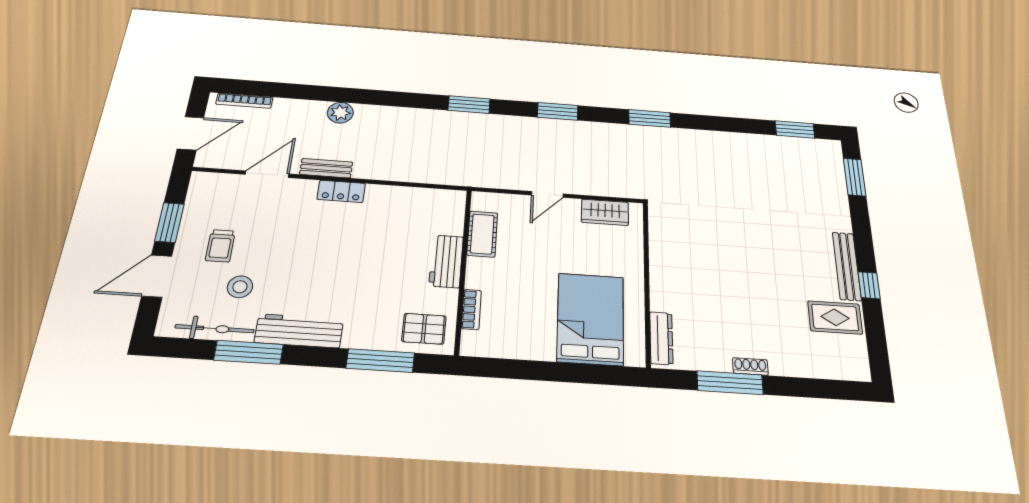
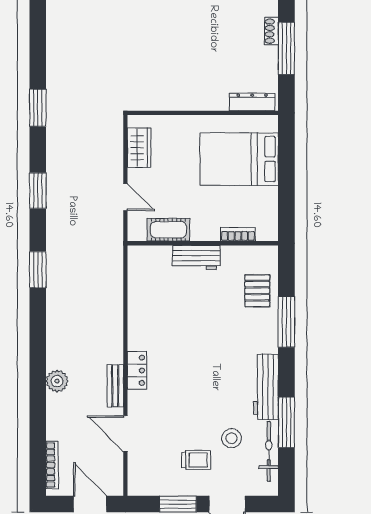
cot: (482, 234) -> (168, 230), moved
workbench: (446, 261) -> (196, 258), moved
wall: (463, 270) -> (203, 243), moved
bookcase: (471, 309) -> (238, 234), moved

